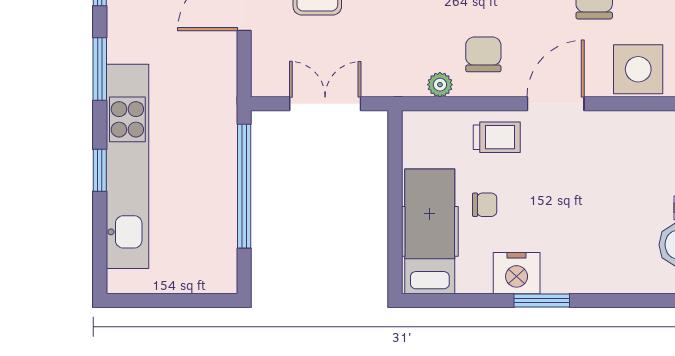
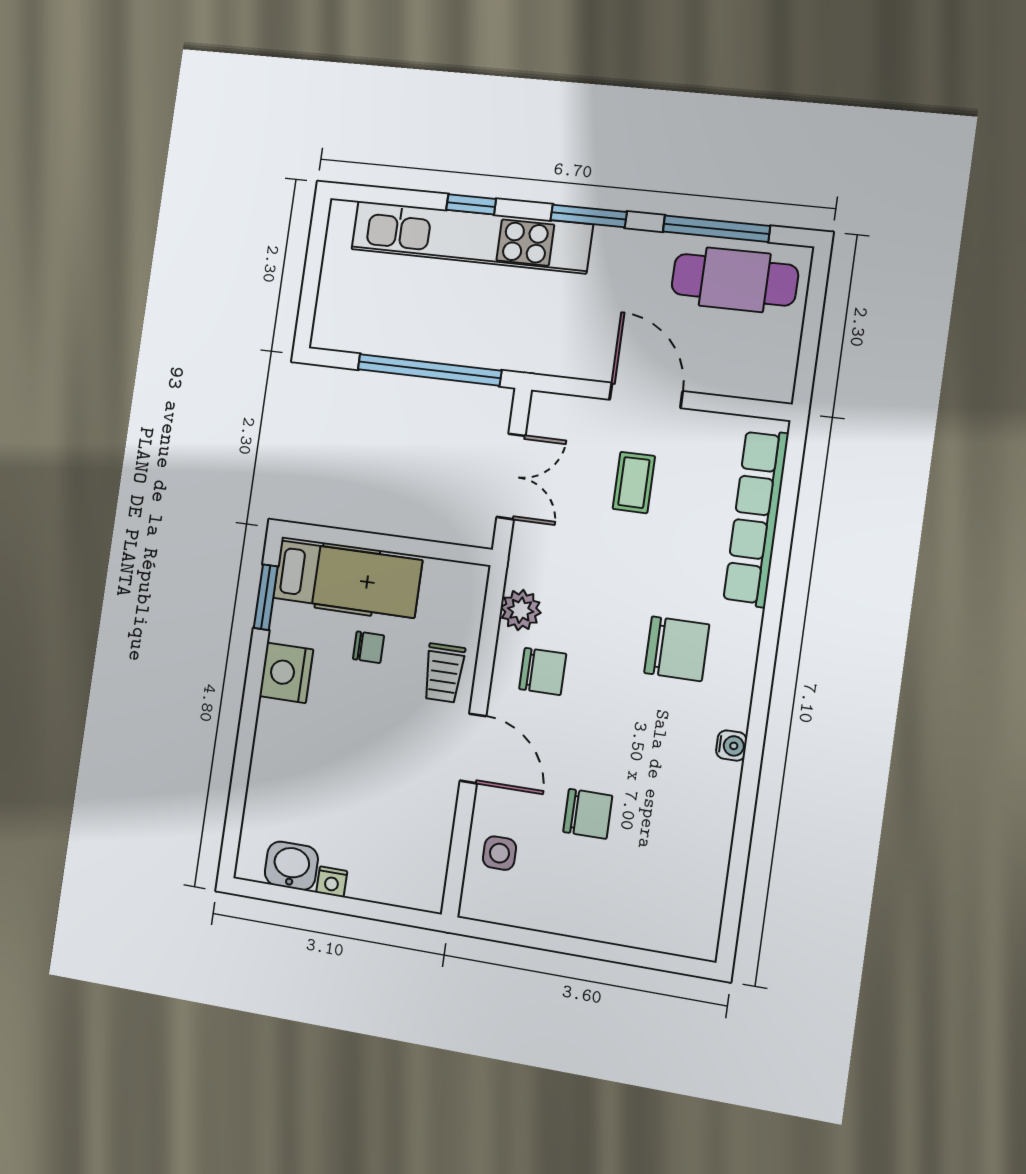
side table: (638, 69) -> (499, 853), width x0.54, depth x0.54
plant: (440, 85) -> (521, 610), width x1.38, depth x1.38
chair: (485, 205) -> (368, 647), turned -90
window: (542, 301) -> (266, 597), moved

